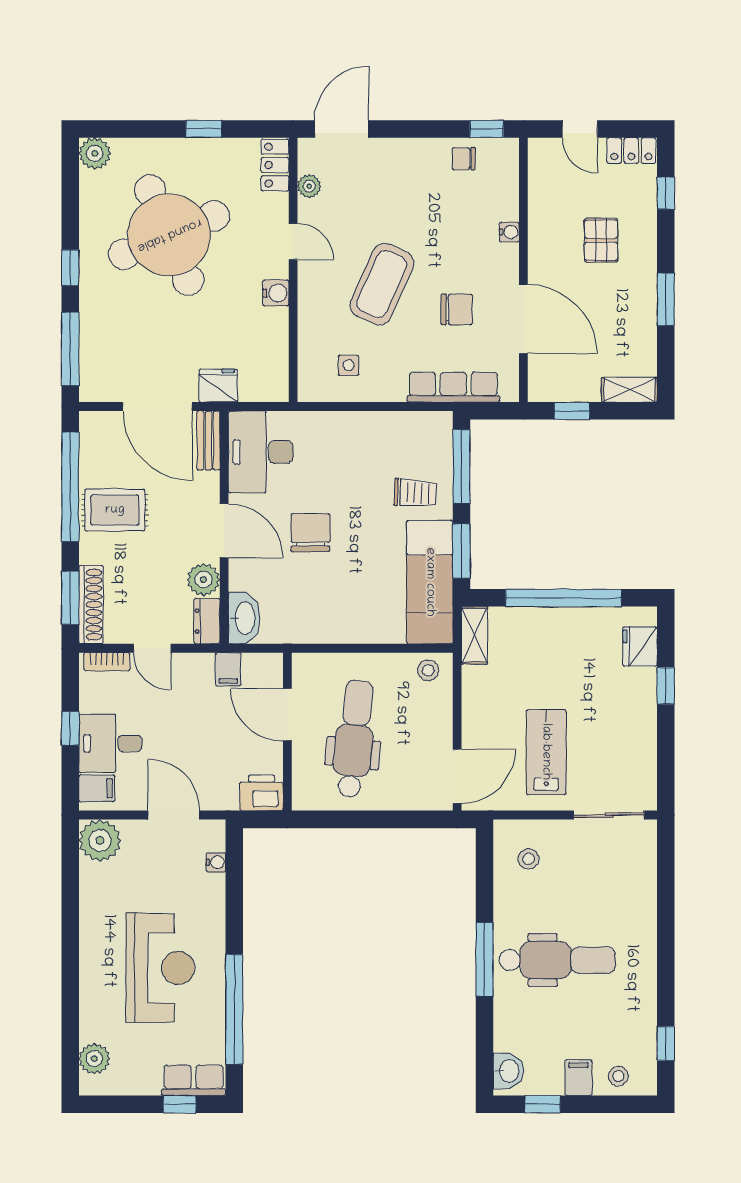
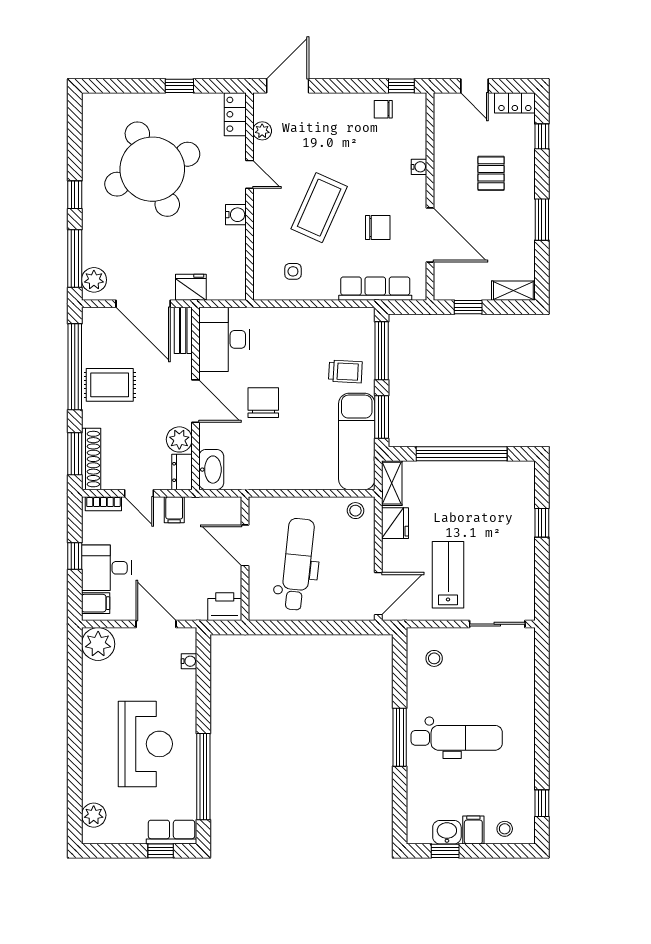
plant: (95, 153) -> (94, 280), moved
fridge: (640, 647) -> (395, 523), moved, turned 180
filing cabinet: (228, 669) -> (174, 510), moved
washbasin: (508, 1071) -> (447, 832), moved, turned -90

